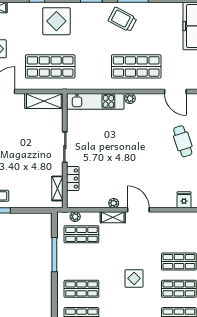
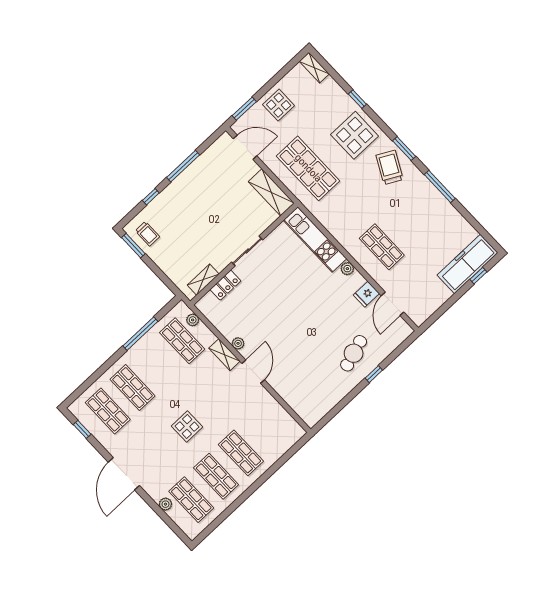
trolley: (122, 19) -> (390, 167), moved
shop shelf: (136, 66) -> (382, 247), width x0.70, depth x0.74
fridge: (184, 200) -> (366, 294), moved, turned 180

